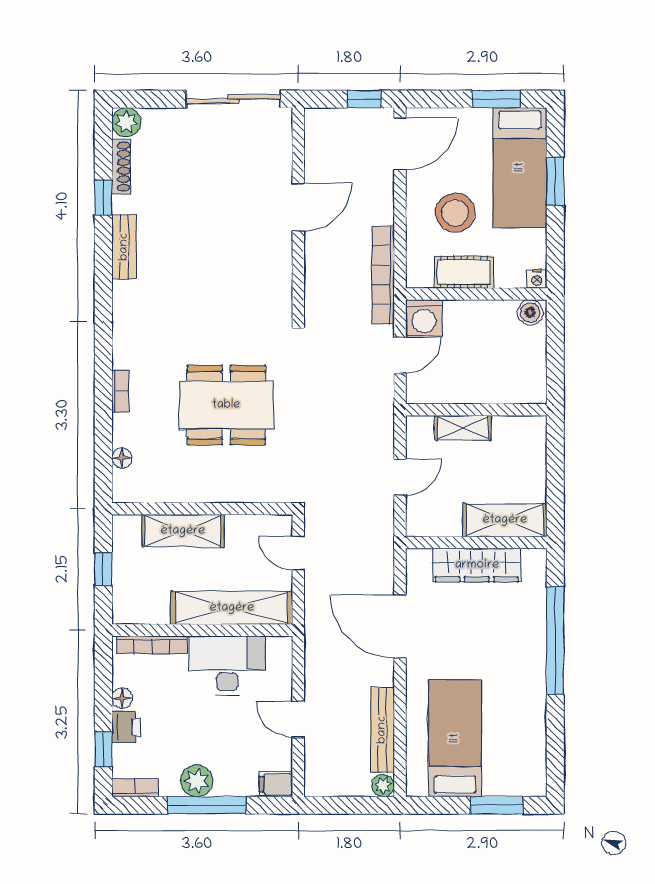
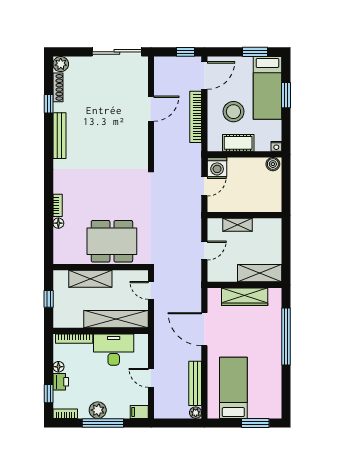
bench: (124, 247) -> (59, 136), width x1.36
bookcase: (383, 275) -> (196, 117), moved
dining table: (226, 405) -> (112, 241), moved
floor lamp: (122, 458) -> (58, 223), moved

